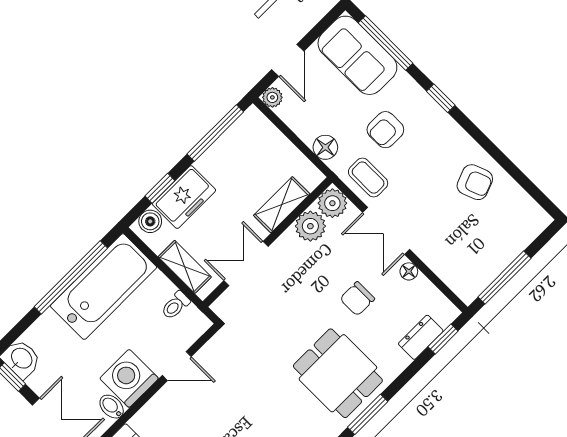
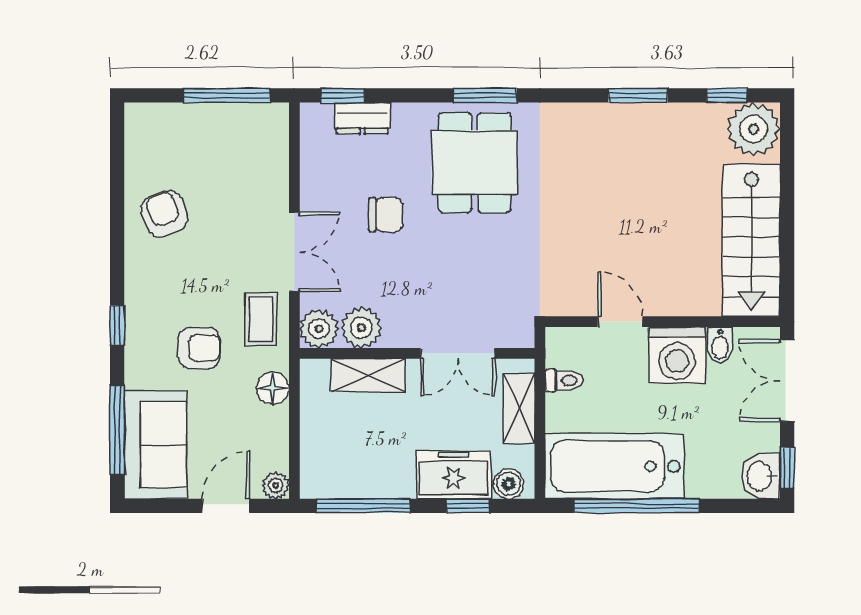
floor lamp: (409, 271) -> (311, 192), removed

